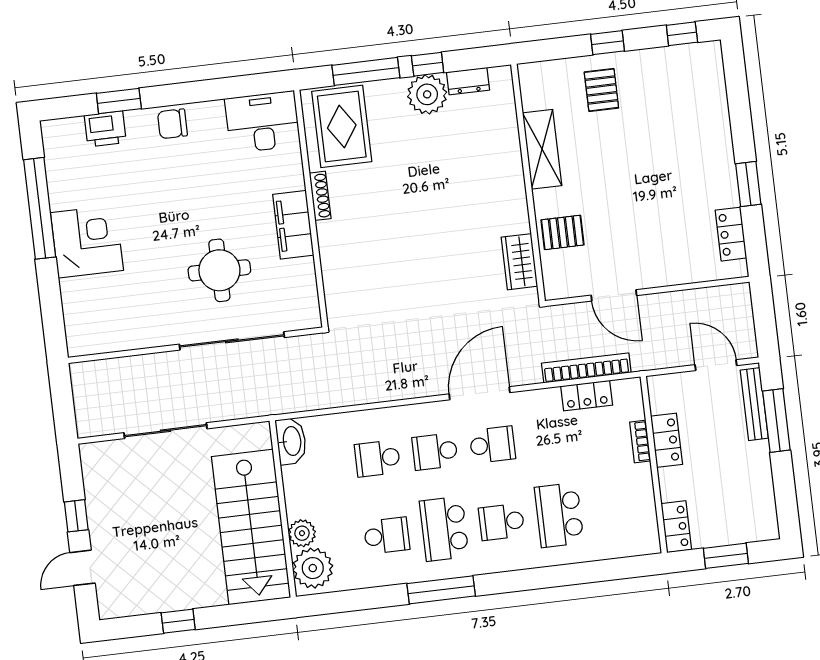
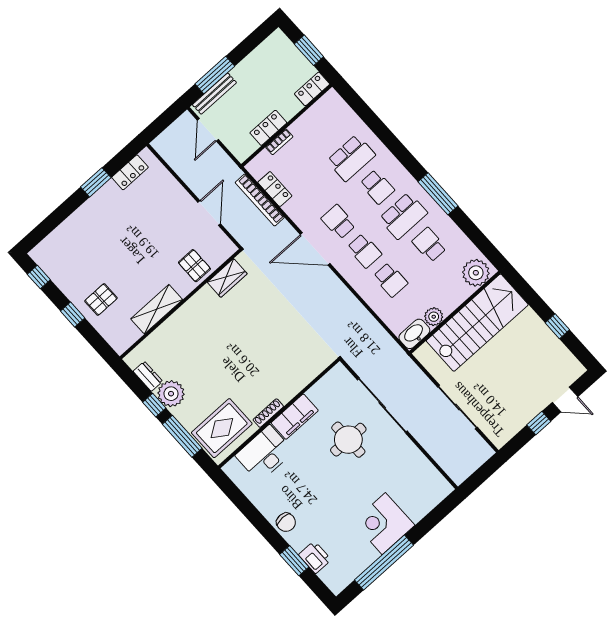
desk: (263, 122) -> (265, 454), moved, turned 90
plant: (302, 533) -> (434, 317), moved

